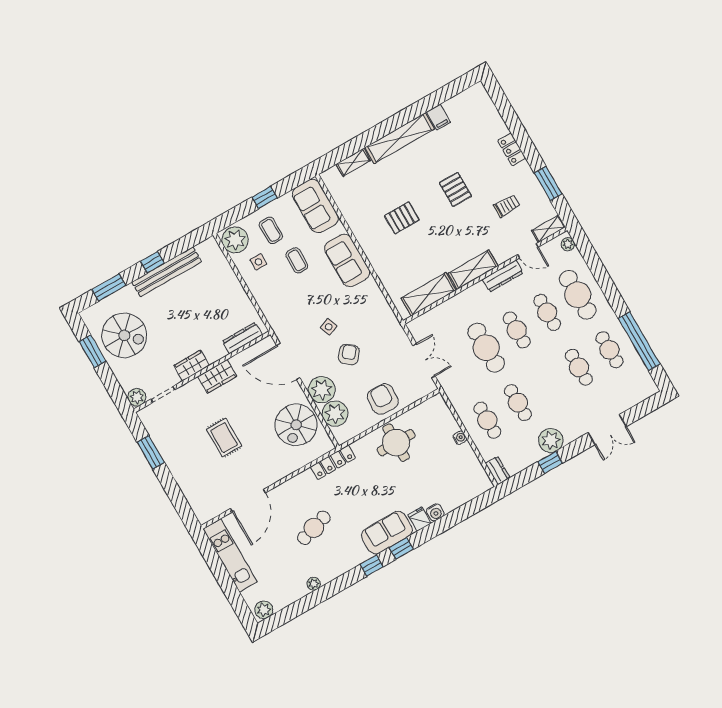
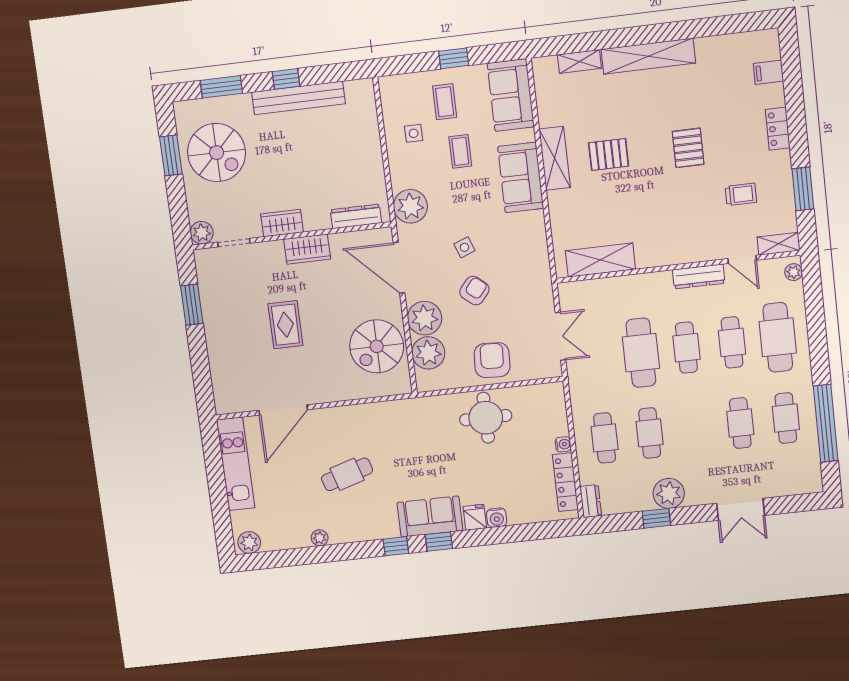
filing cabinet: (438, 117) -> (768, 72), moved, turned 90
plant: (235, 240) -> (410, 206), moved
shelving: (473, 270) -> (555, 158), moved, turned 90
locker: (333, 462) -> (565, 482), moved, turned 90

